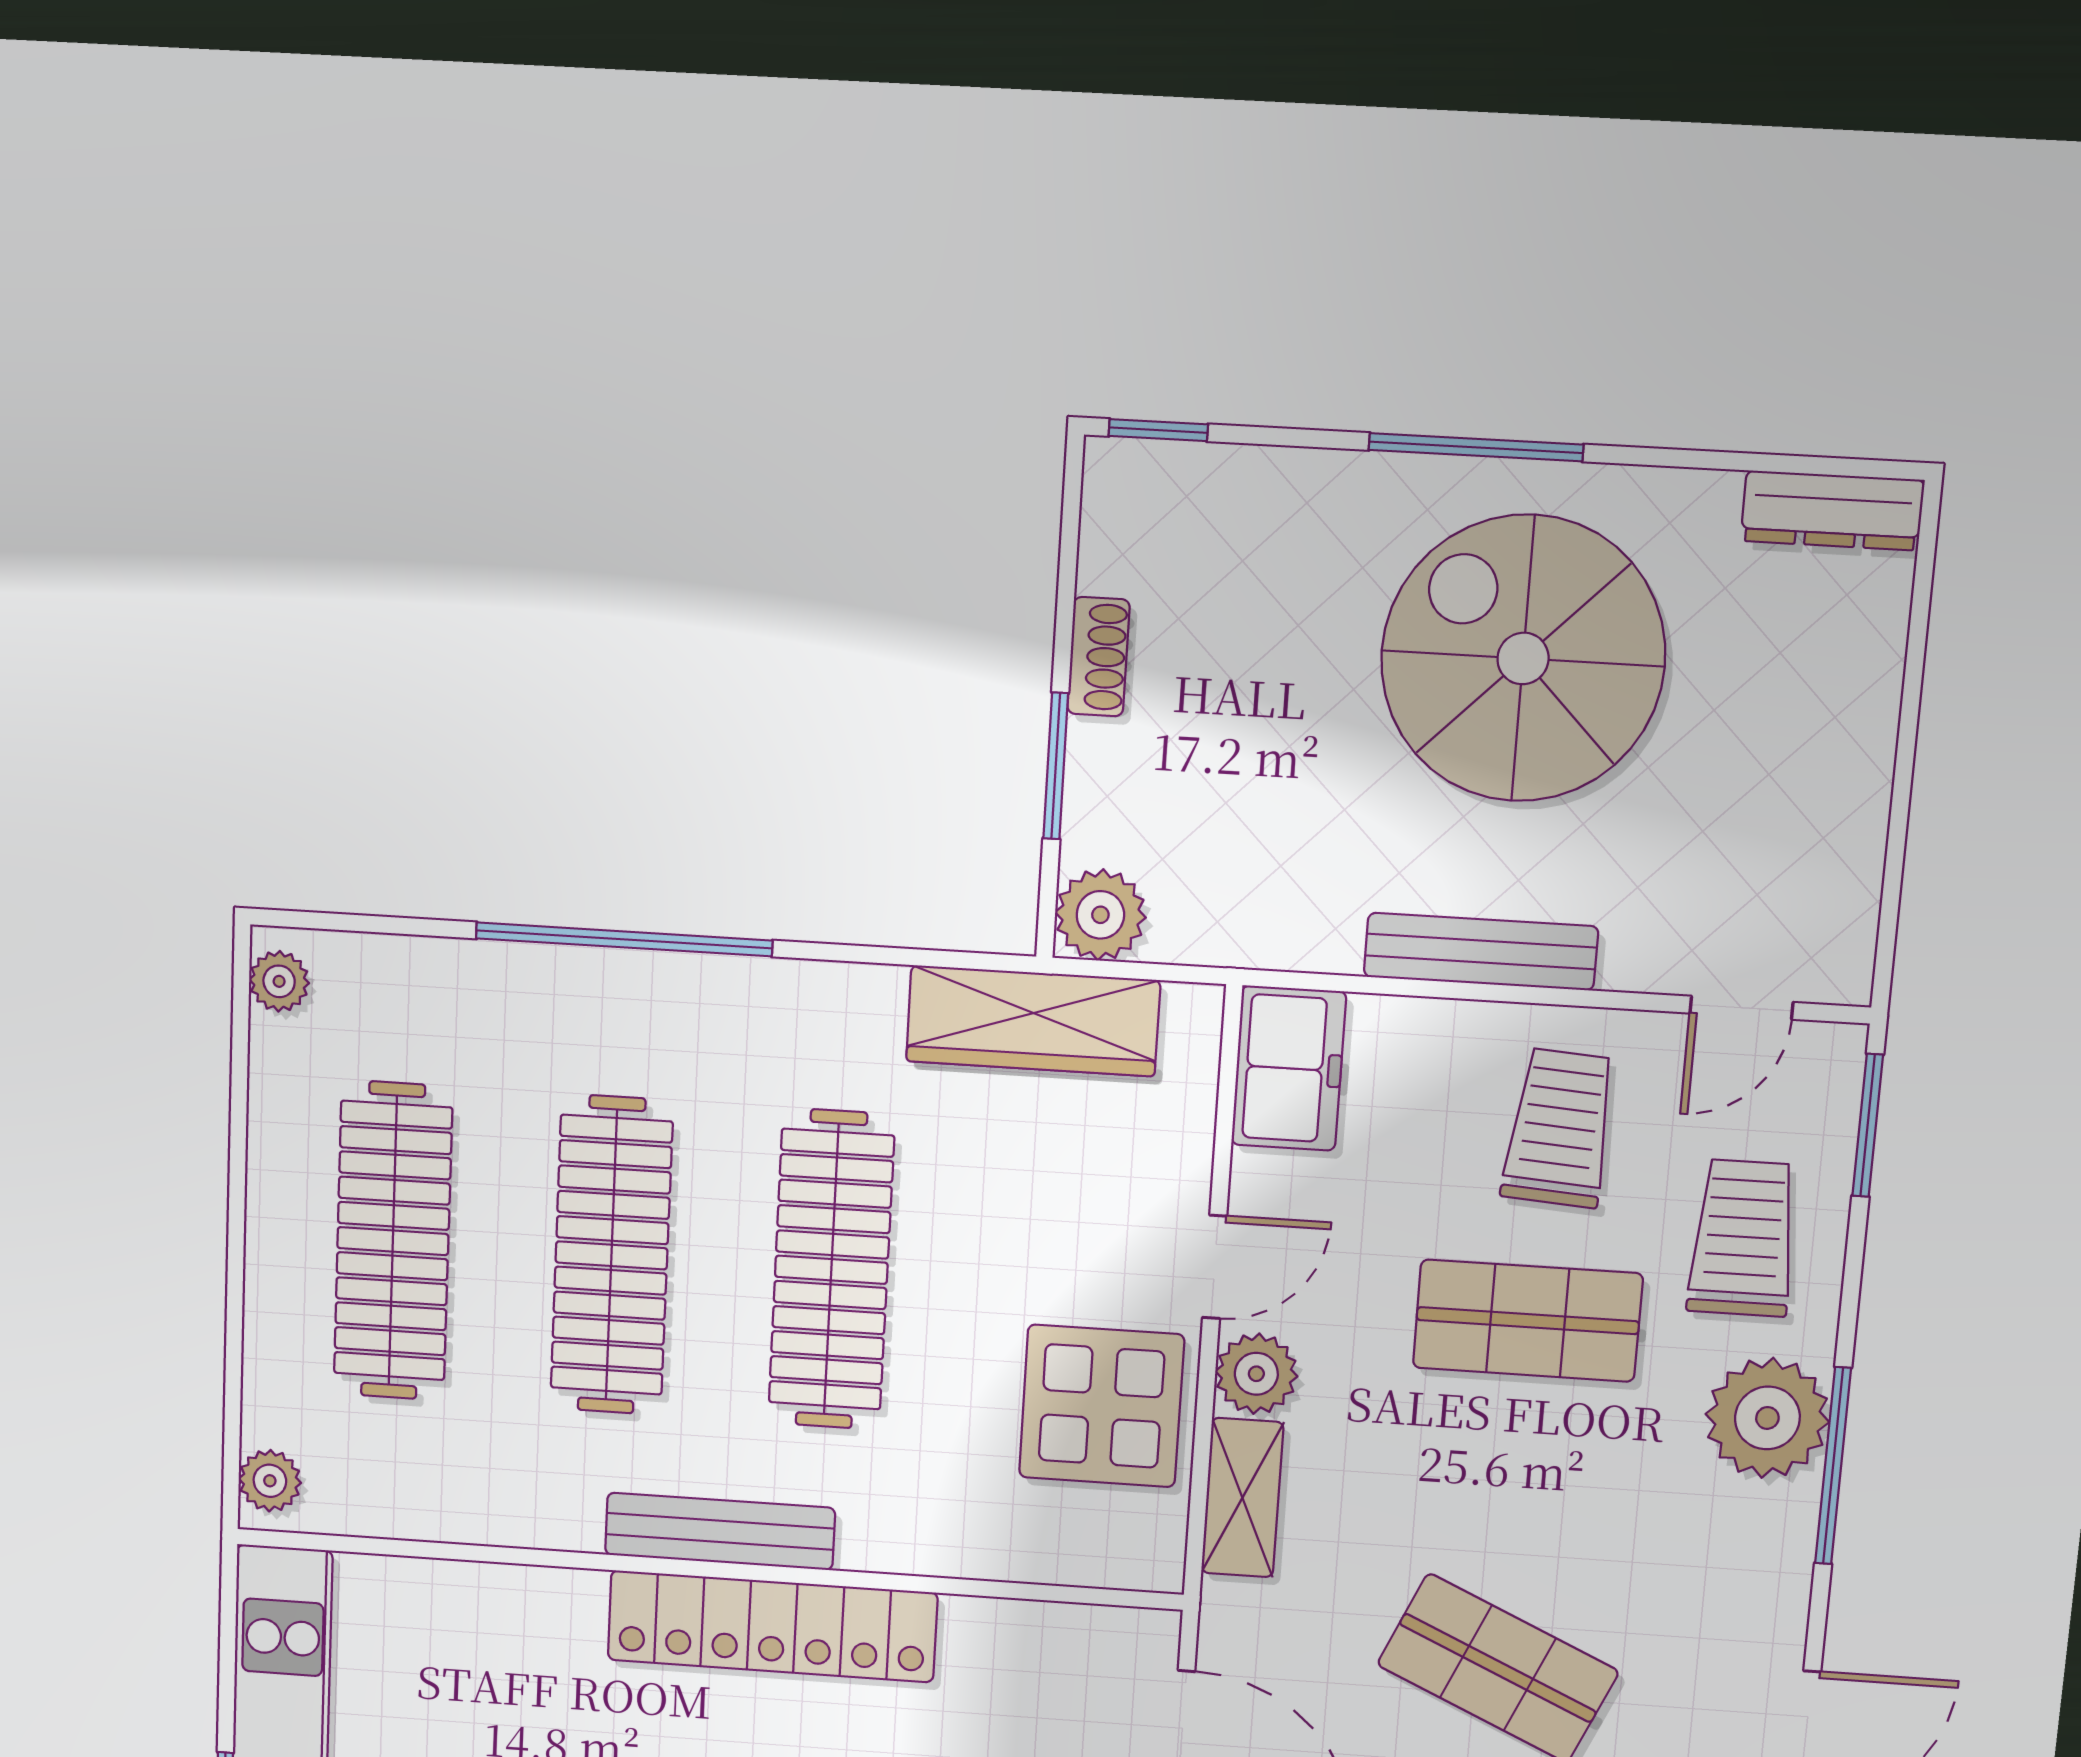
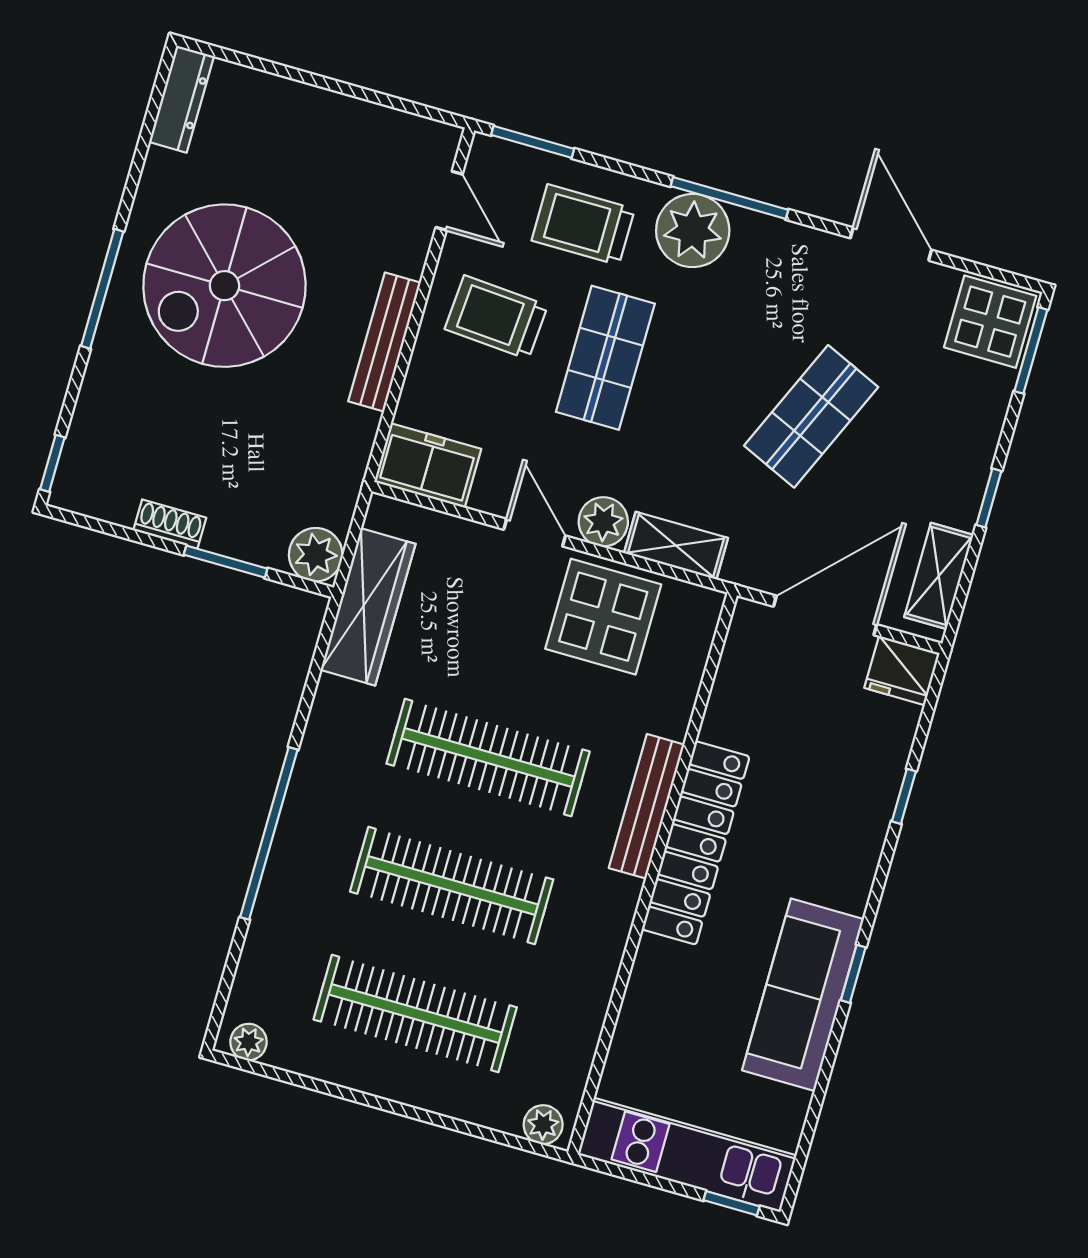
bench: (720, 1531) -> (647, 806), moved

